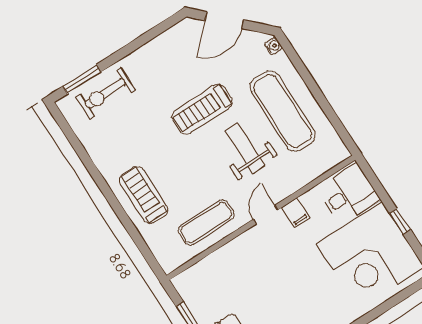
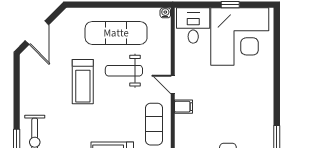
water cooler: (273, 46) -> (165, 13), moved
filing cabinet: (296, 213) -> (184, 107), moved

